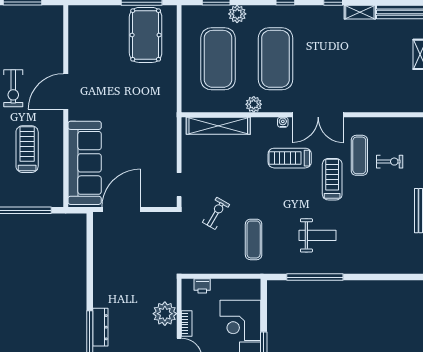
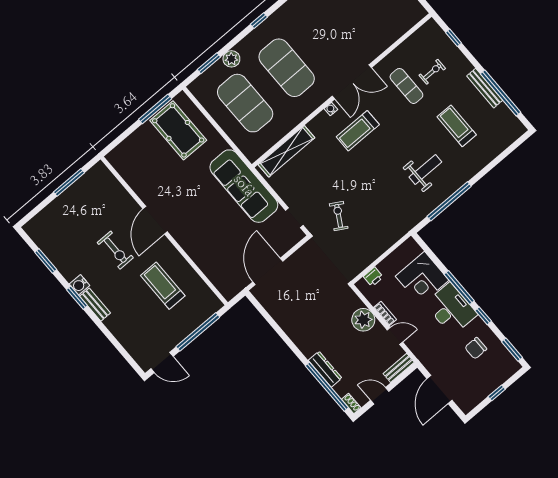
plant: (254, 104) -> (299, 114), removed
sofa: (85, 163) -> (244, 186), moved, turned 180
treadmill: (332, 179) -> (457, 126), moved
exercise mat: (254, 239) -> (382, 212), removed

